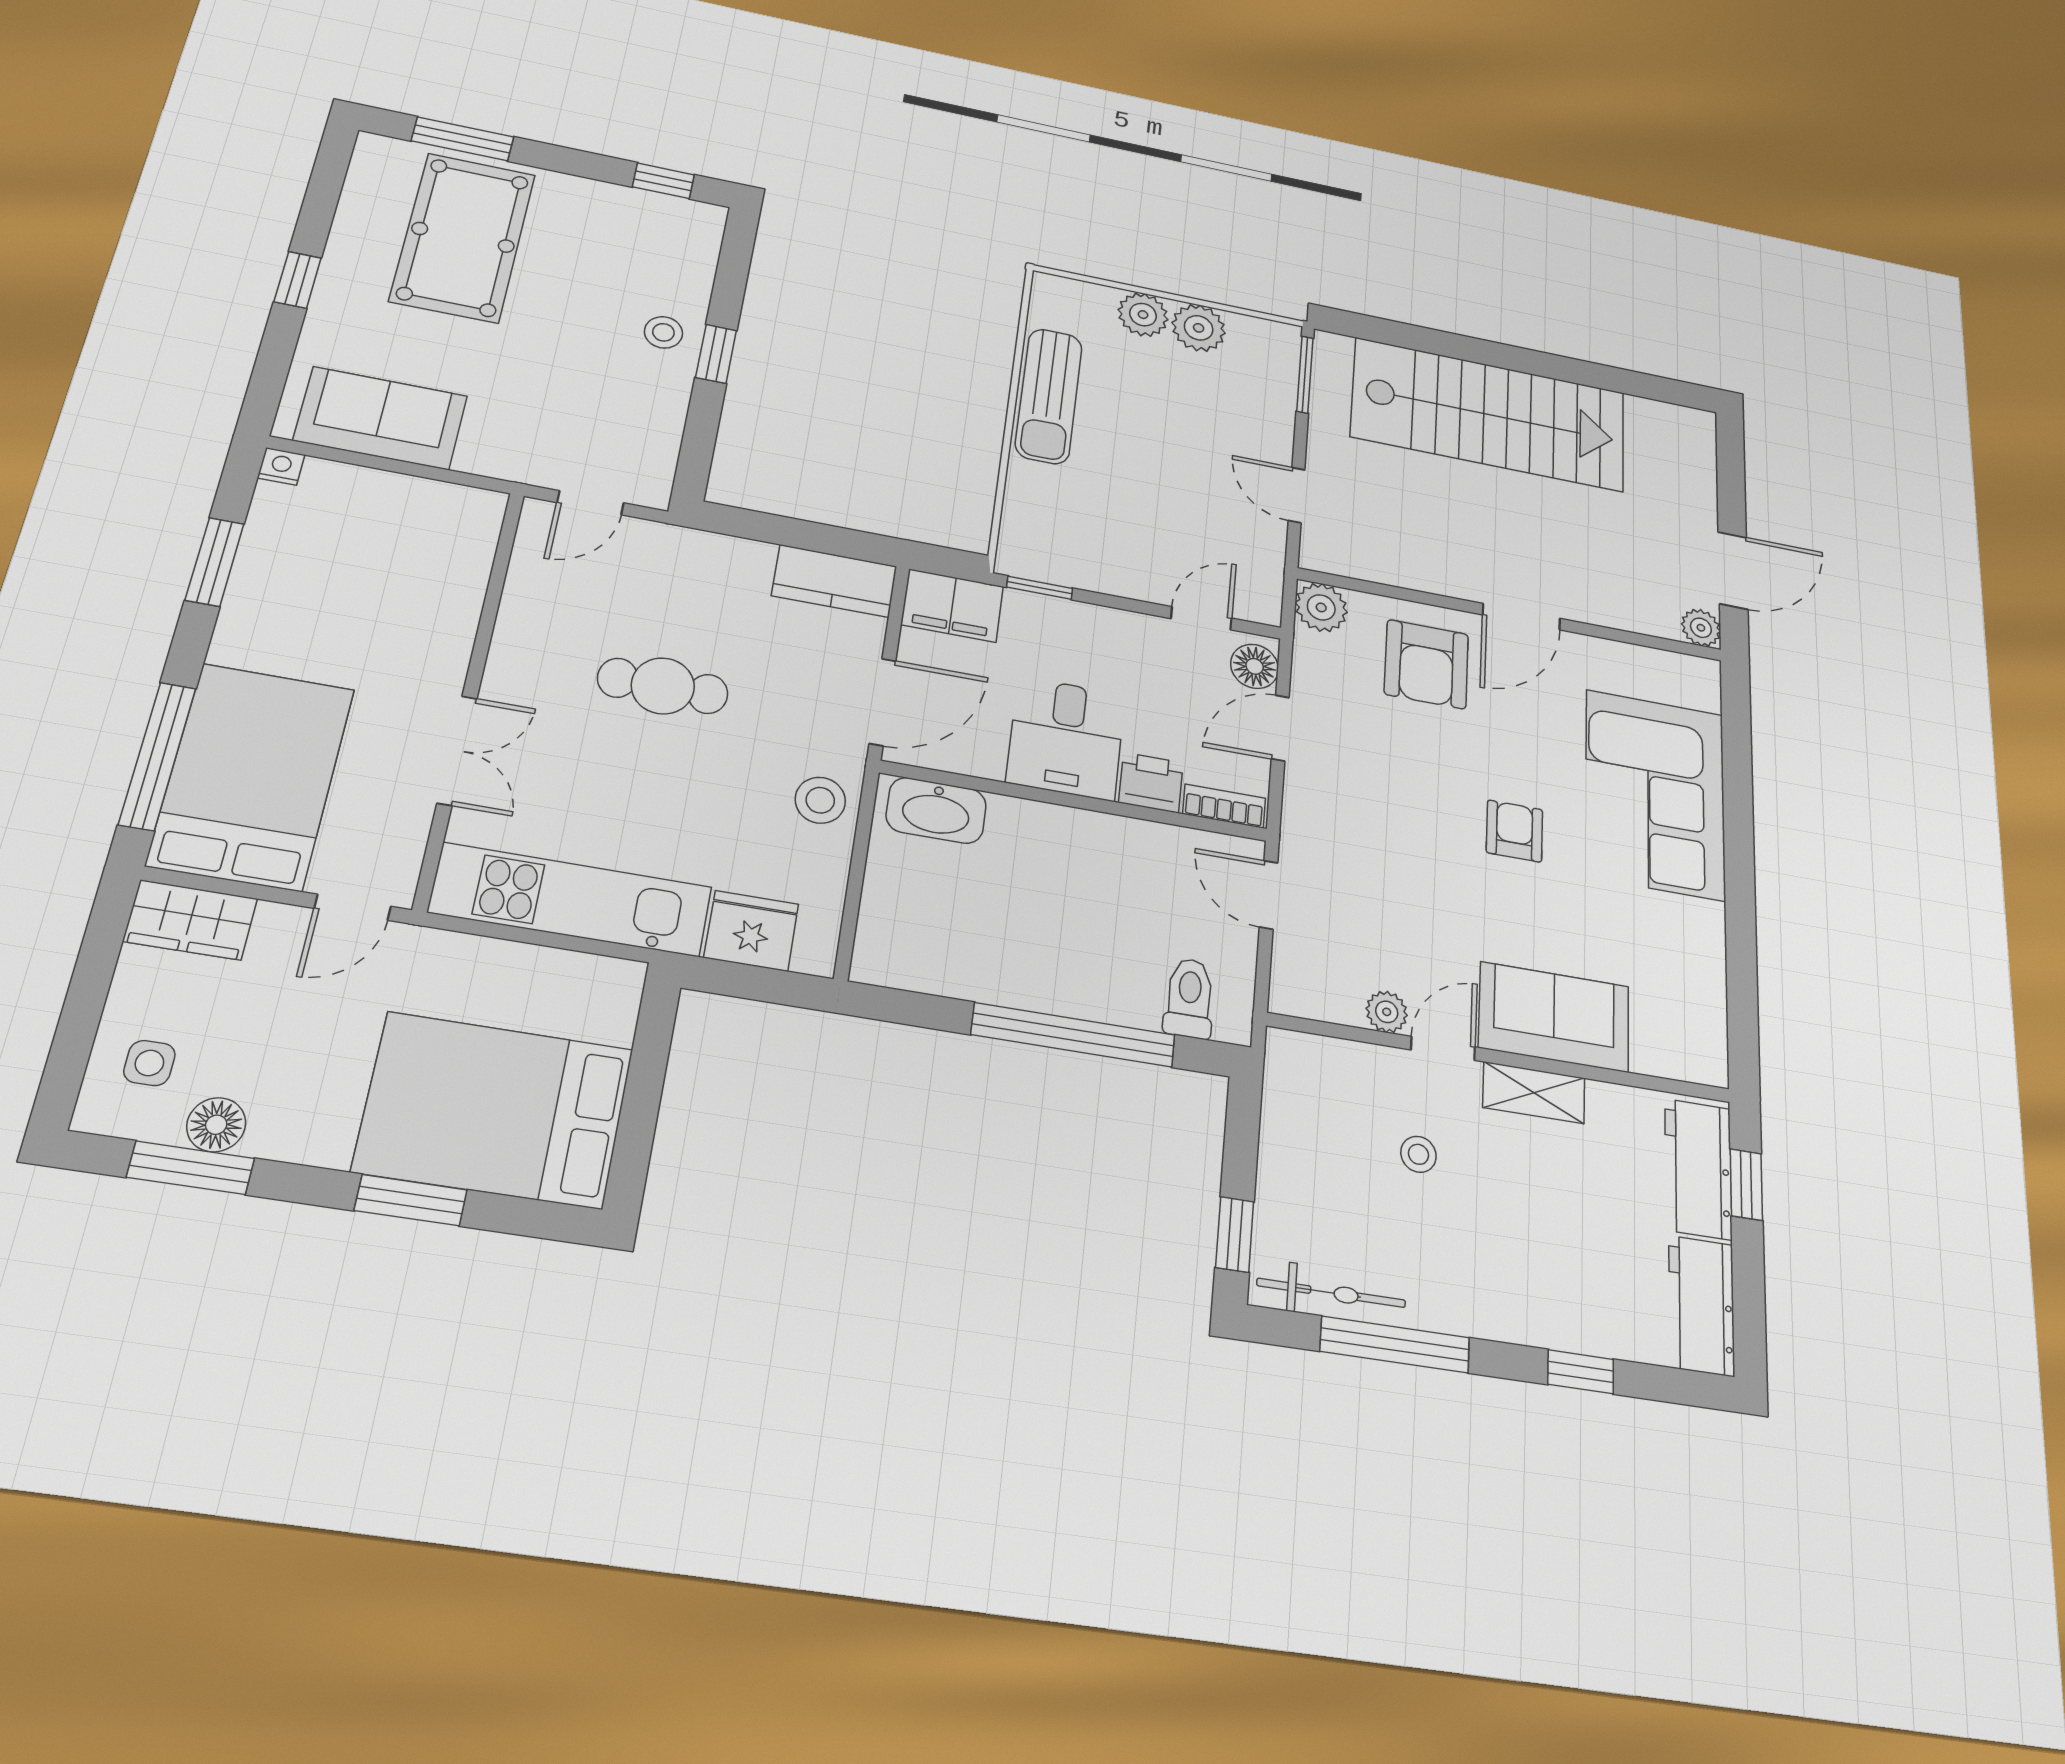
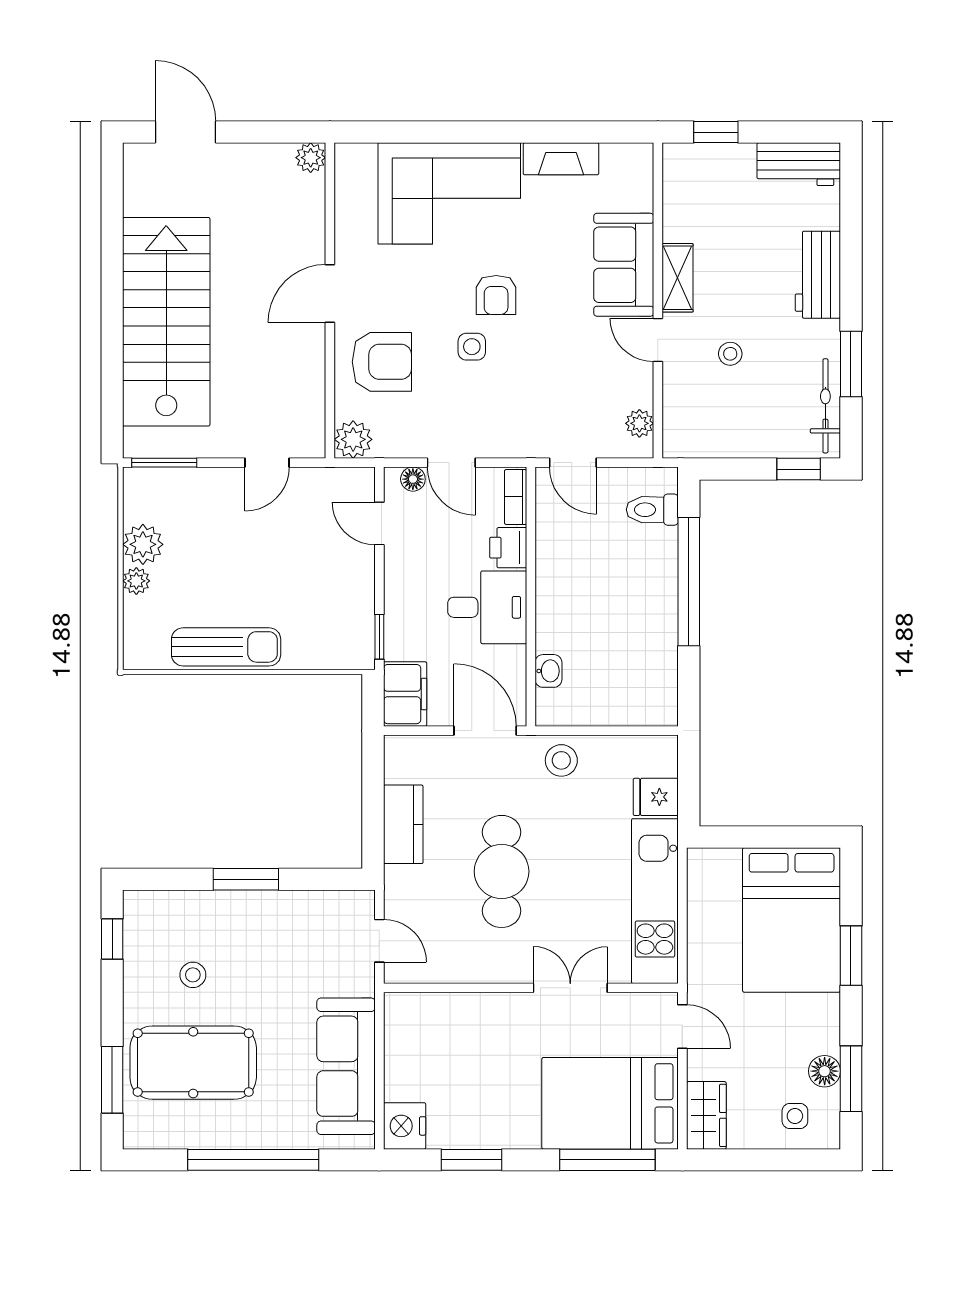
window: (298, 280) -> (253, 1160), width x3.17
plant: (1143, 315) -> (136, 581), width x0.73, depth x0.73
stool: (663, 332) -> (193, 975), moved
window: (716, 354) -> (246, 879), width x1.50
sofa: (381, 418) -> (346, 1066), width x1.36
nightstand: (281, 466) -> (405, 1126), width x1.89, depth x1.79
door: (1733, 570) -> (185, 132), moved
kitchen counter: (834, 581) -> (403, 824), moved
door: (1521, 617) -> (330, 293), swing flipped
floor lamp: (1255, 666) -> (413, 479), width x0.73, depth x0.73
cafe table: (663, 686) -> (502, 871), width x1.37, depth x1.35
side table: (1443, 785) -> (472, 347), added
washbasin: (936, 810) -> (548, 671), width x0.52, depth x0.69
armchair: (1514, 831) -> (496, 295), turned -90
door: (1269, 895) -> (573, 463), hinge flipped
fridge: (751, 931) -> (656, 797), width x0.72
fireplace: (1704, 954) -> (561, 159), added
plant: (1387, 1012) -> (639, 423), moved
workbench: (1698, 1169) -> (818, 275), moved, turned 90
window: (1395, 1345) -> (851, 364), width x0.69
window: (1581, 1372) -> (851, 244), removed

